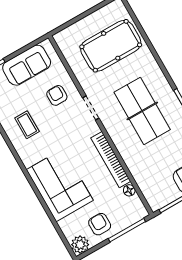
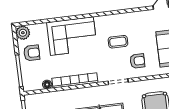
coffee table: (27, 125) -> (118, 42), moved

